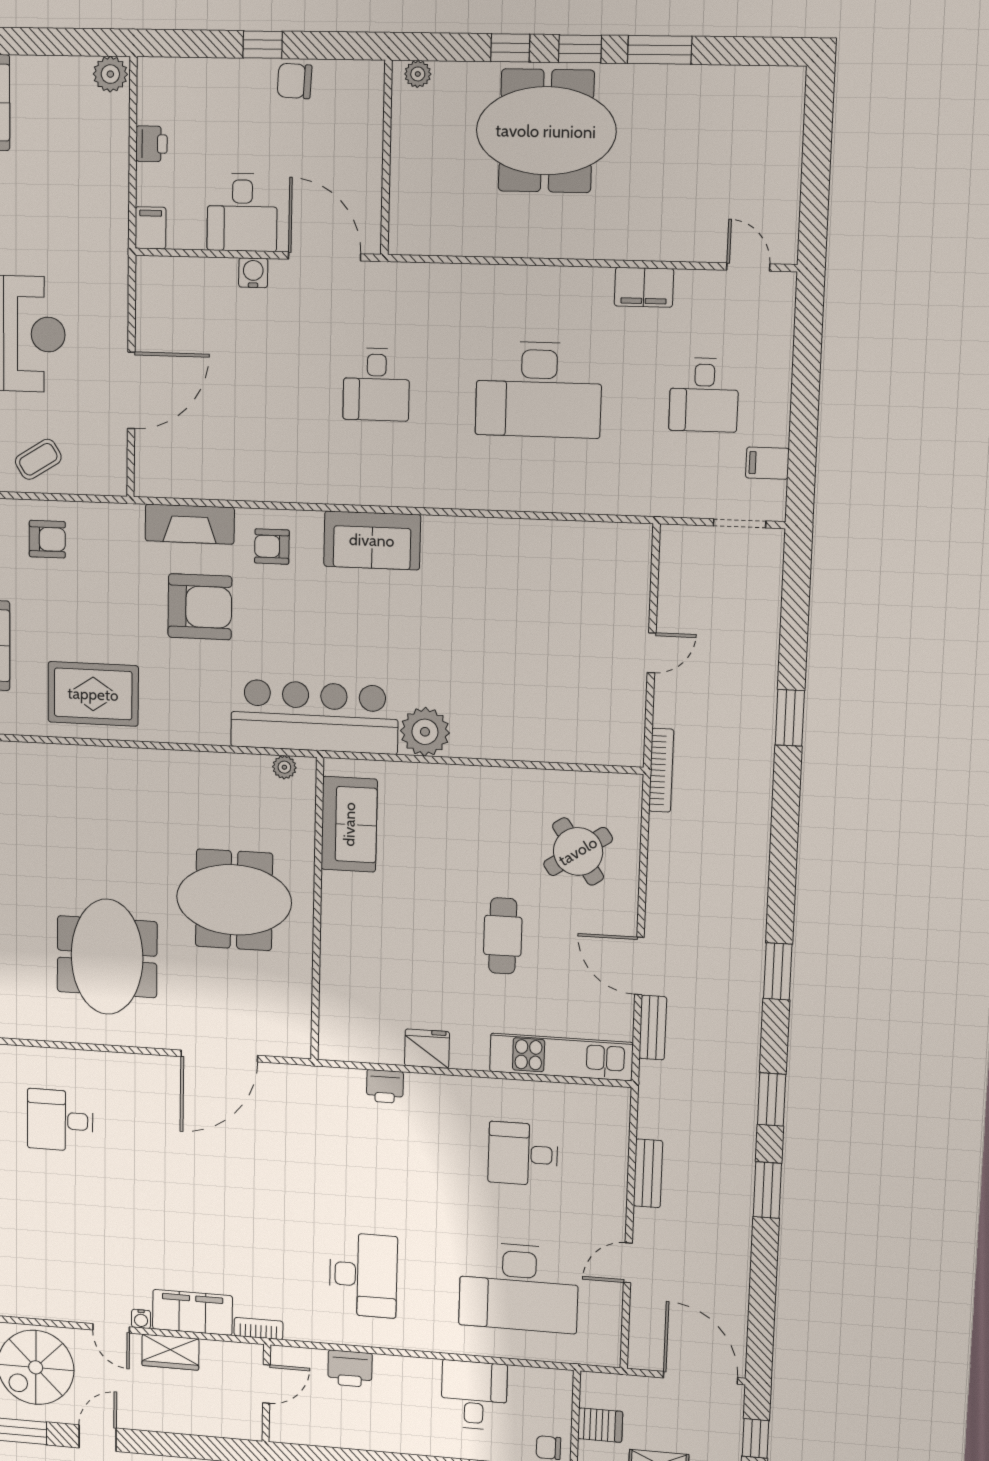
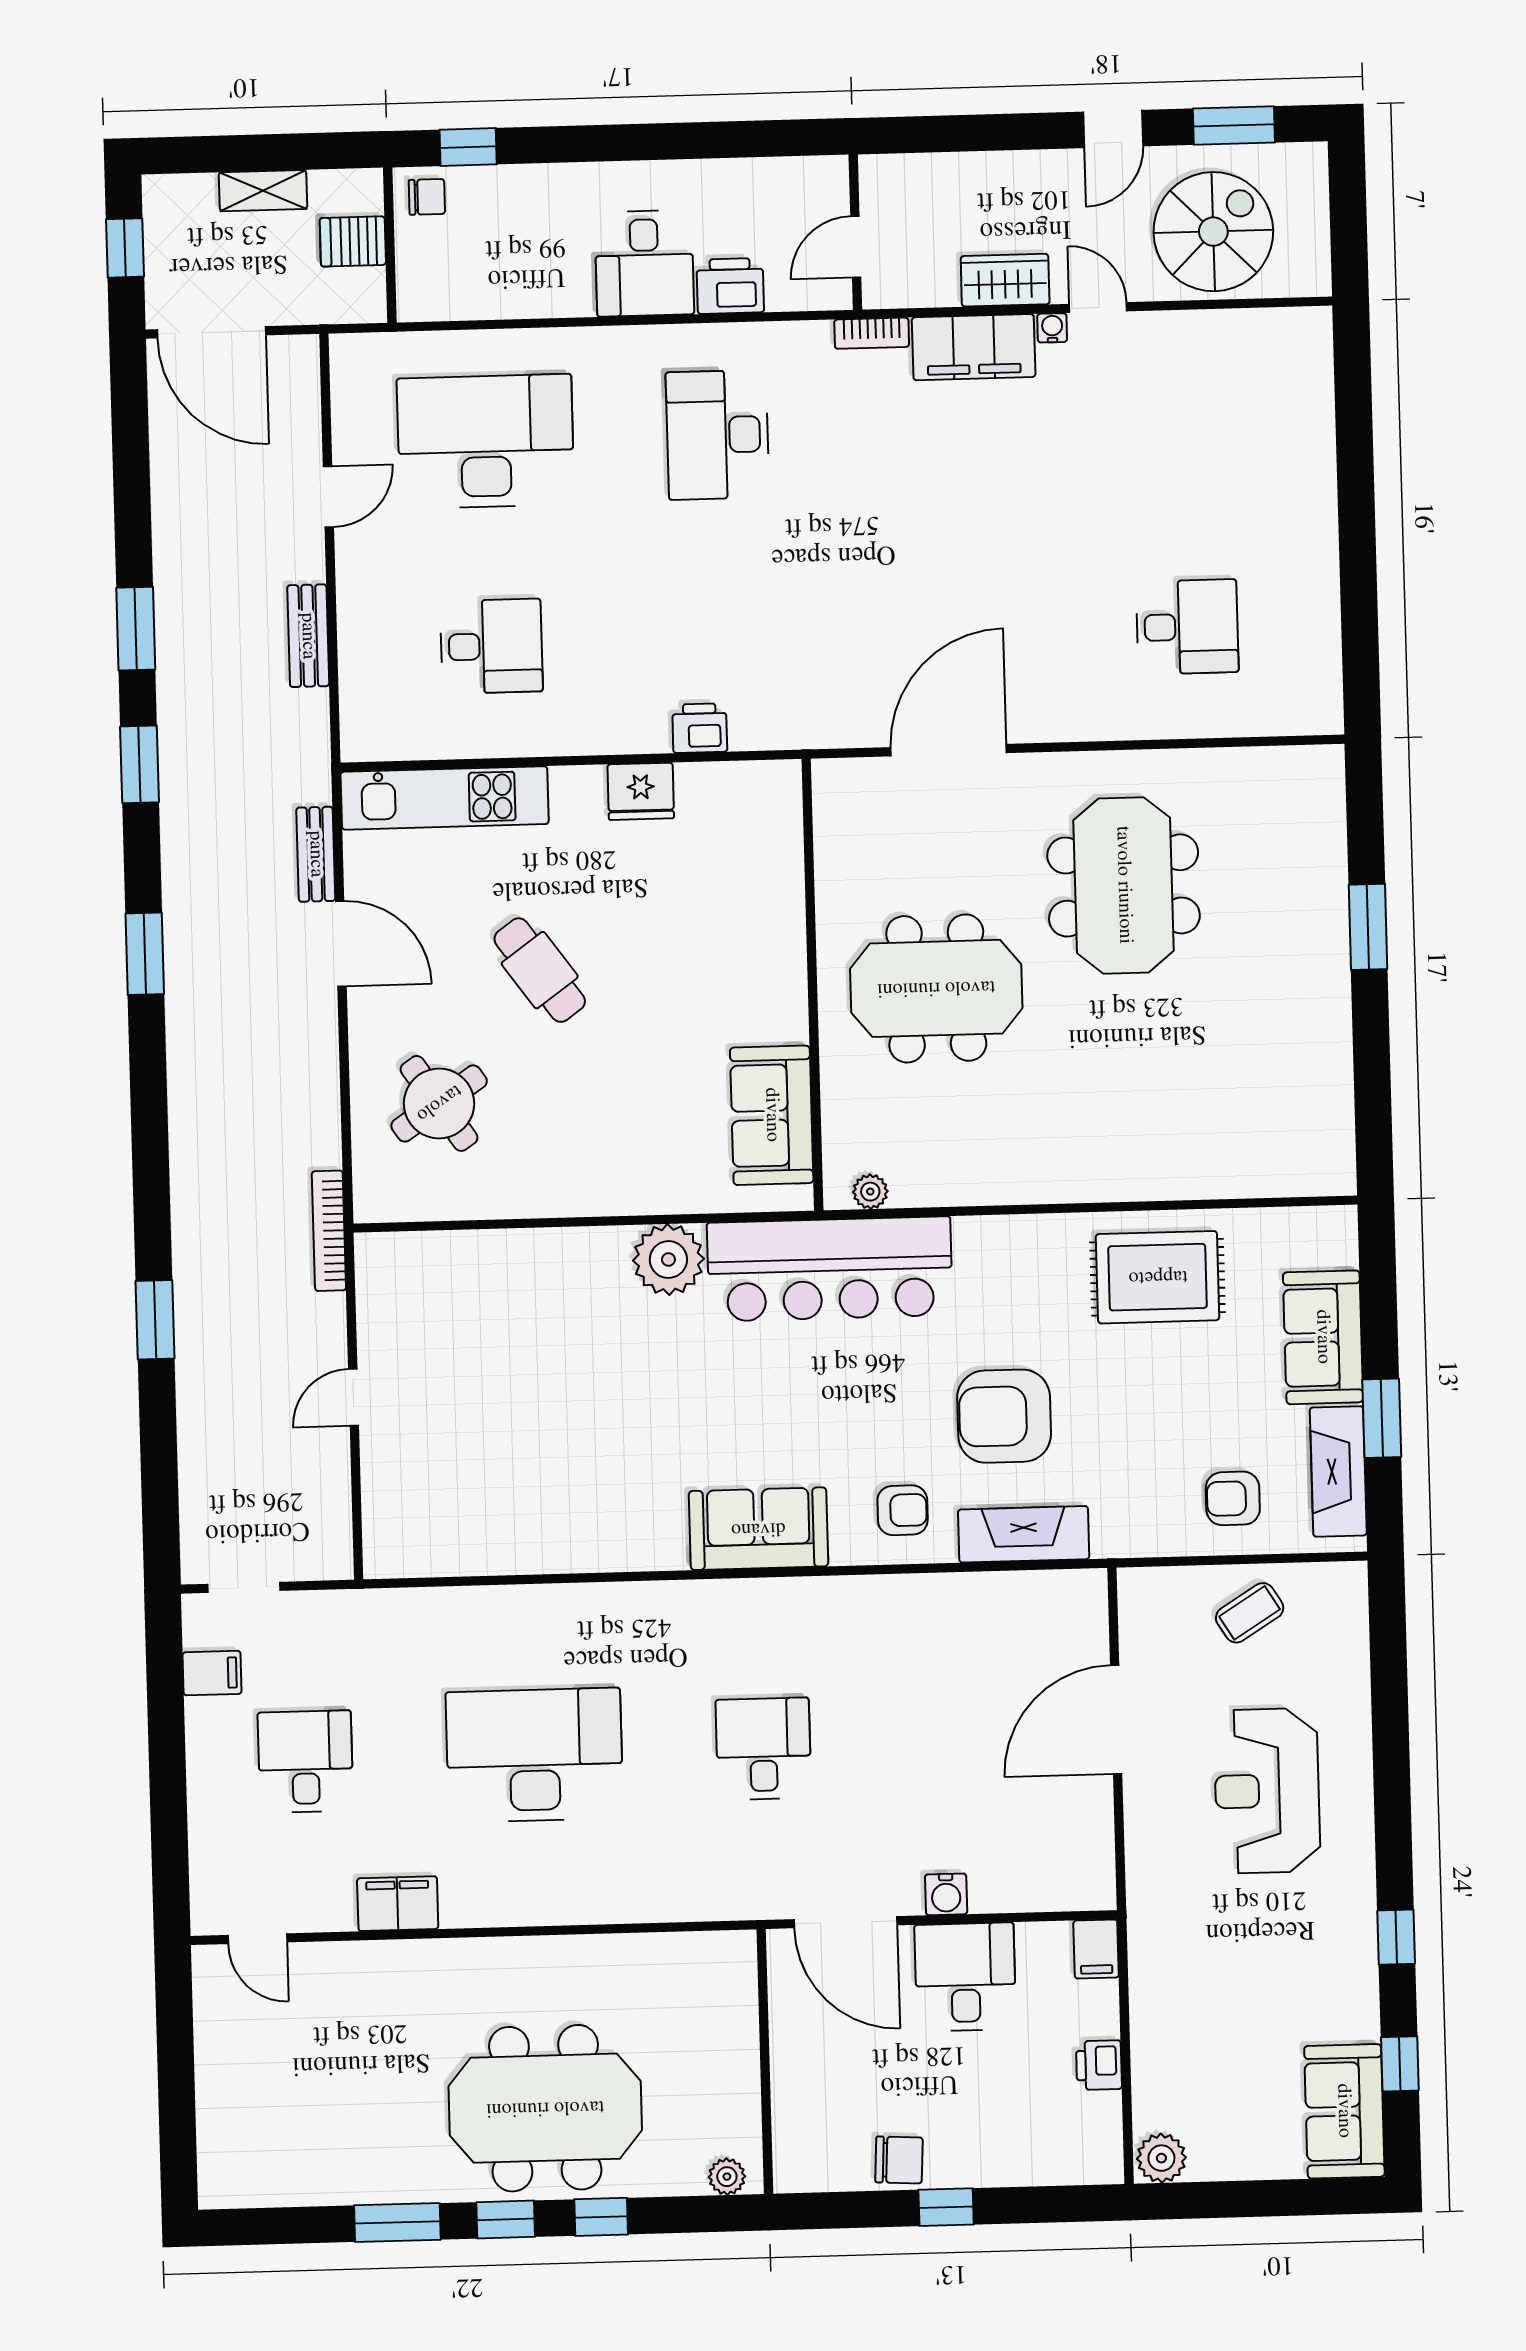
cafe table: (503, 936) -> (540, 970), turned -36
desk: (474, 1395) -> (644, 263), moved

